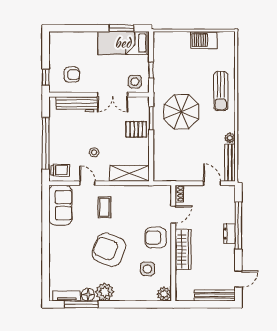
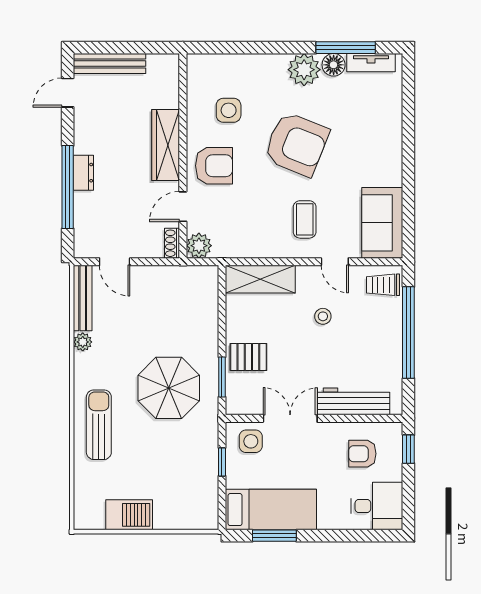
desk: (64, 45) -> (377, 506), added
plant: (164, 294) -> (199, 246), moved

